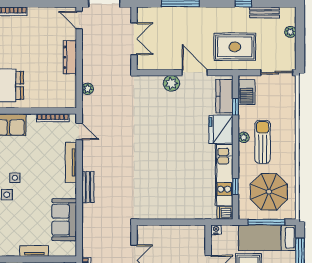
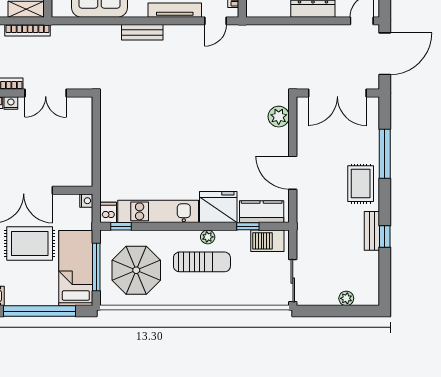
bench: (264, 12) -> (372, 231), moved
double door: (134, 39) -> (337, 93), width x1.37
rug: (235, 47) -> (361, 184), moved, width x0.73, depth x0.70
door: (195, 73) -> (293, 173), swing flipped
plant: (171, 83) -> (279, 117), moved
plant: (88, 89) -> (272, 32), removed
window: (236, 186) -> (121, 226), moved

